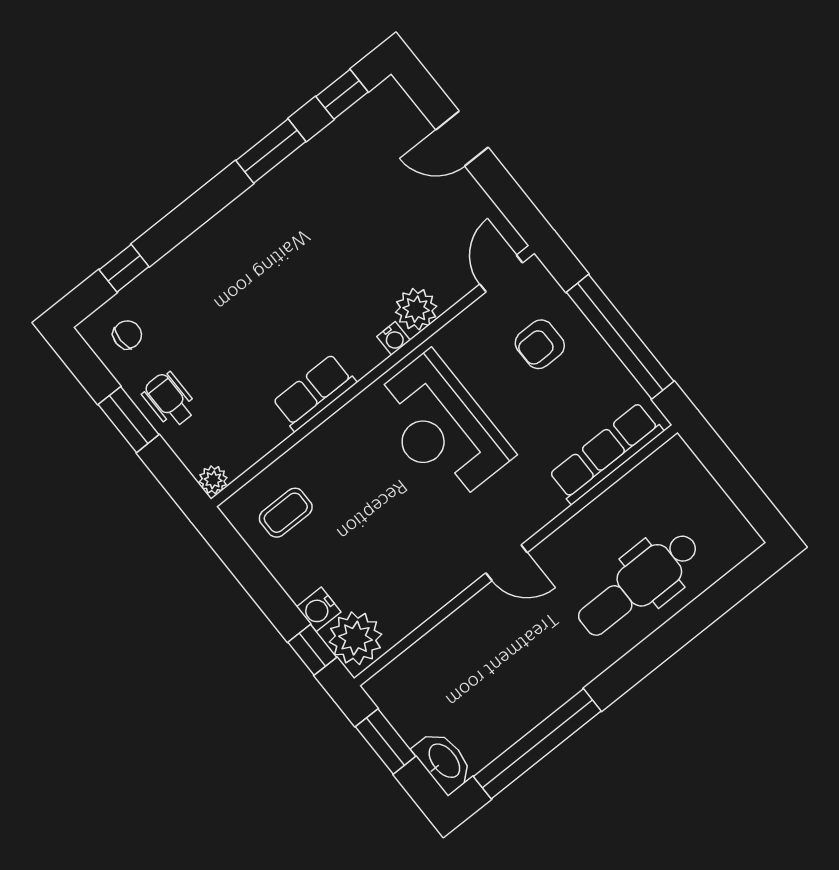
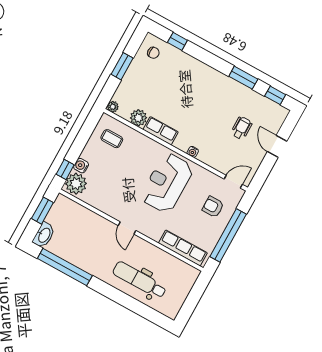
plant: (416, 309) -> (138, 118), moved
wheelchair: (169, 400) -> (241, 128), moved

